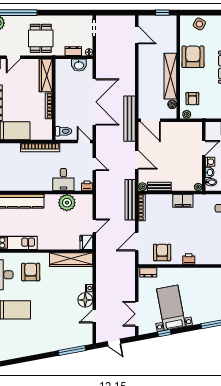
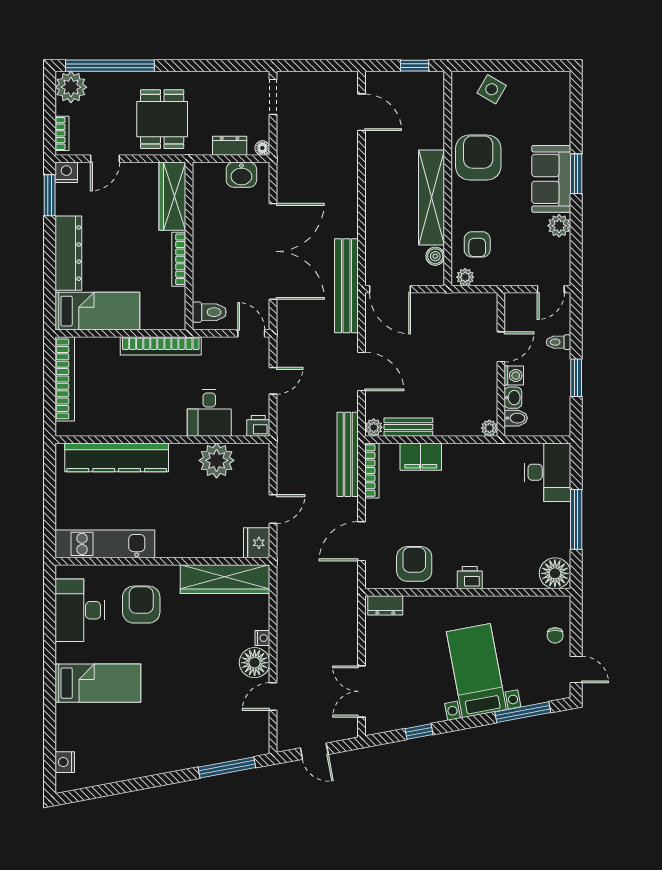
door: (94, 164) -> (273, 381), hinge flipped
filing cabinet: (183, 201) -> (421, 457), moved
bed with nightstands: (171, 308) -> (476, 671), moved

